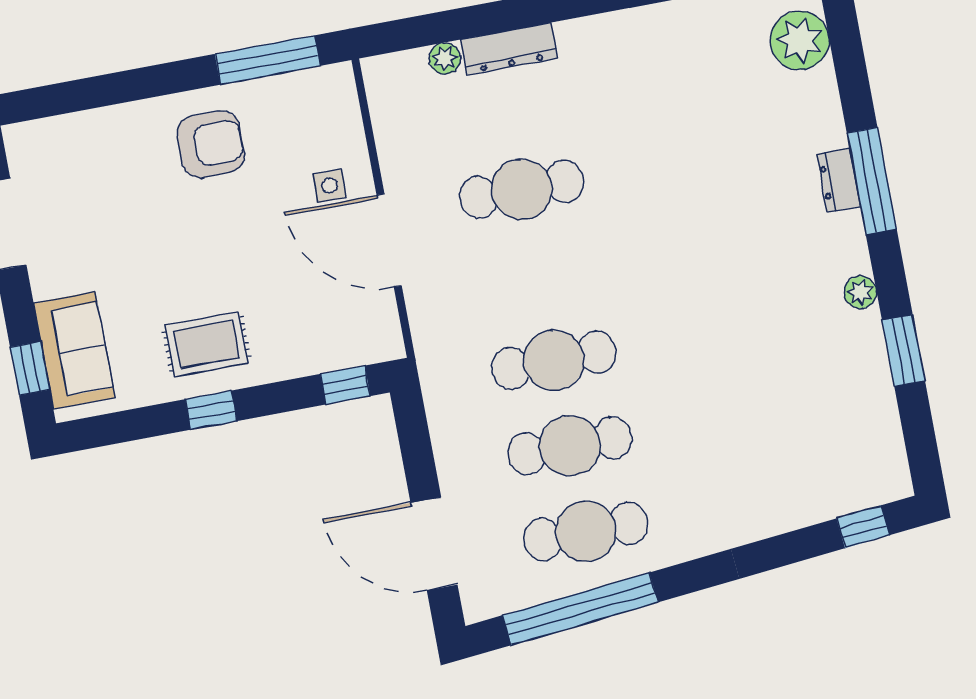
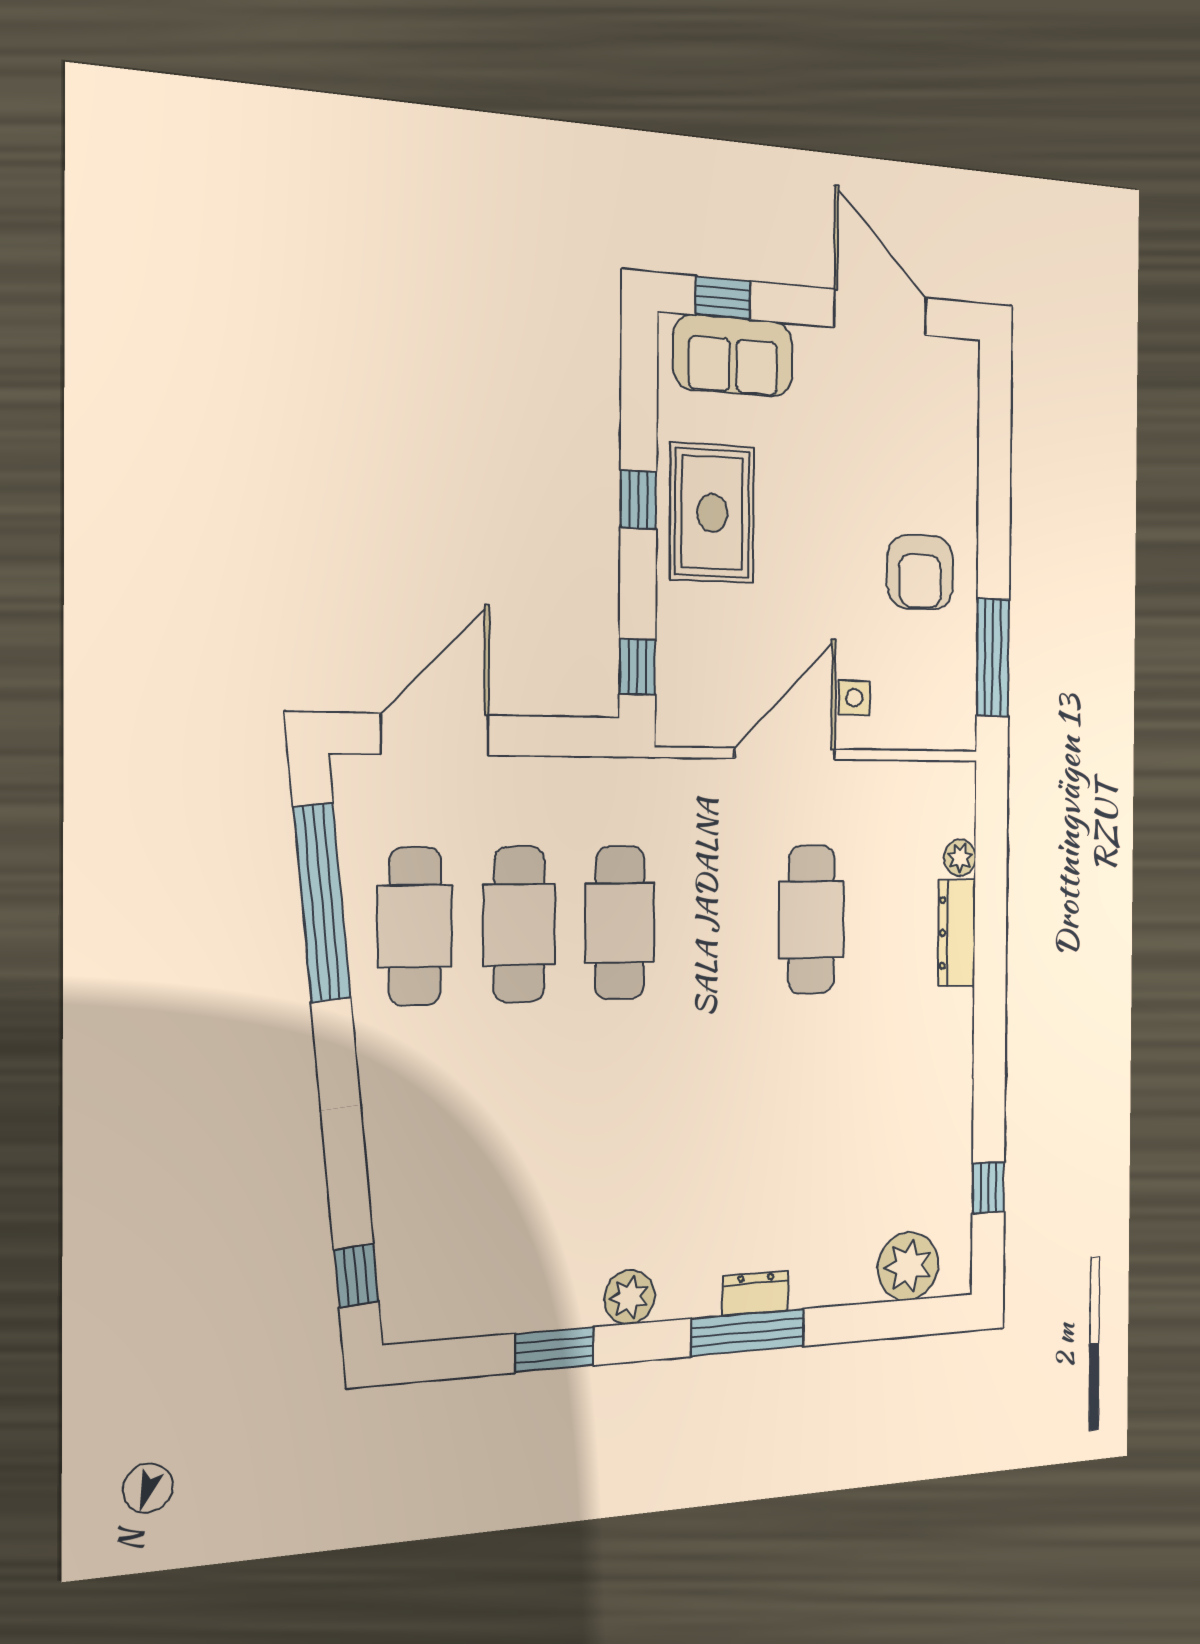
plant: (860, 292) -> (629, 1297), width x1.38, depth x1.38
rug: (207, 344) -> (712, 513), width x1.36, depth x1.43

